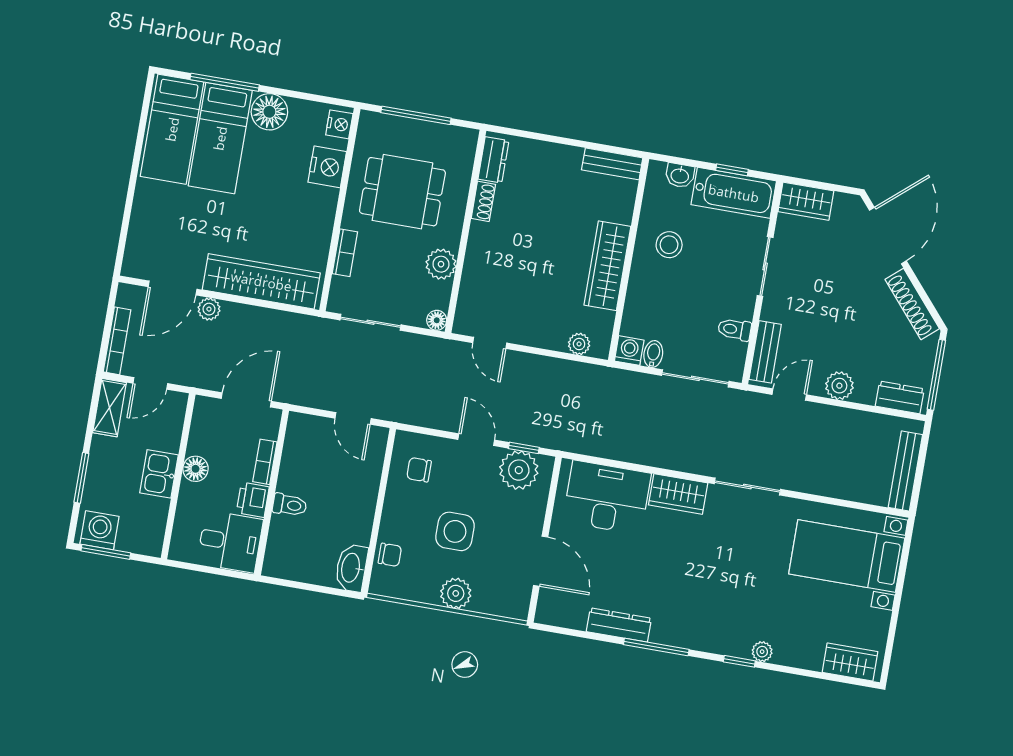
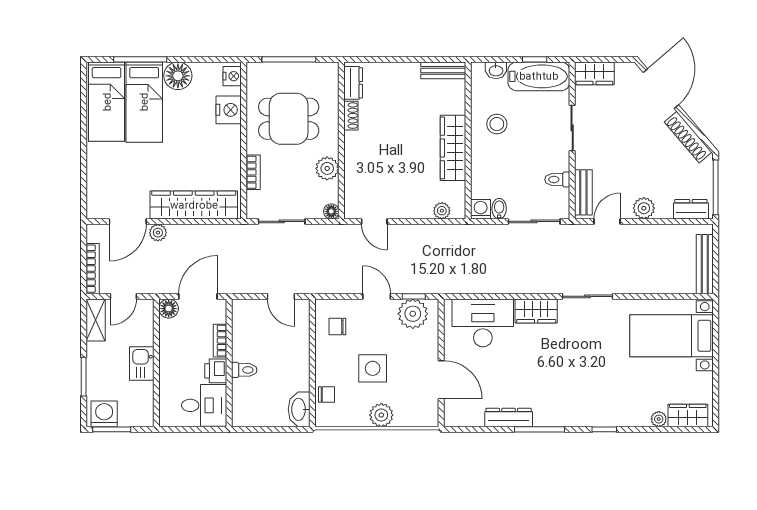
floor lamp: (196, 469) -> (169, 309), moved
plant: (762, 652) -> (659, 419), moved

